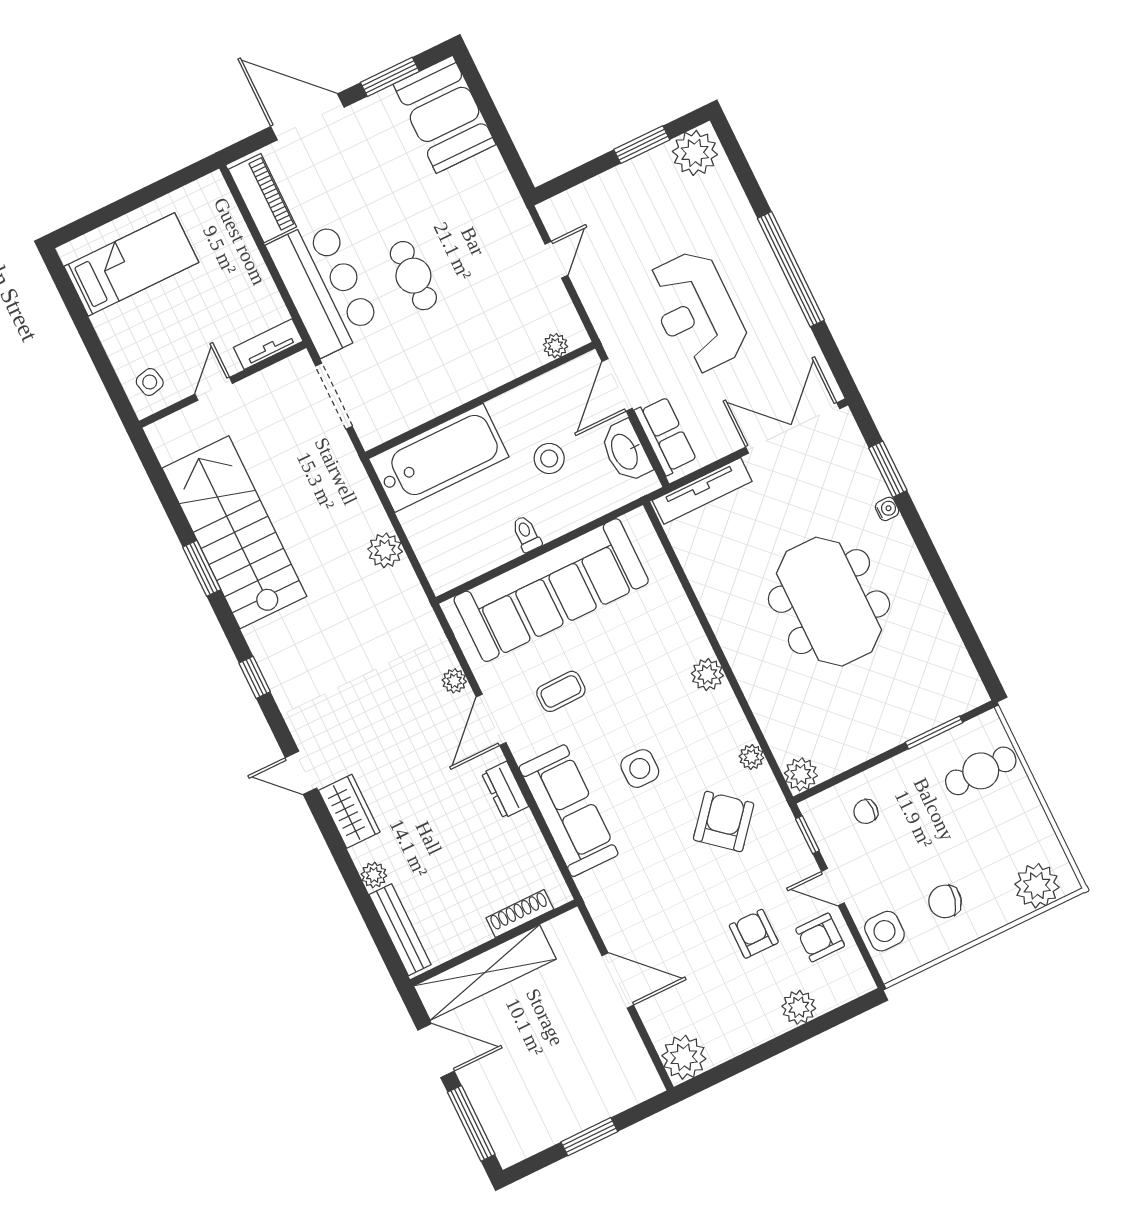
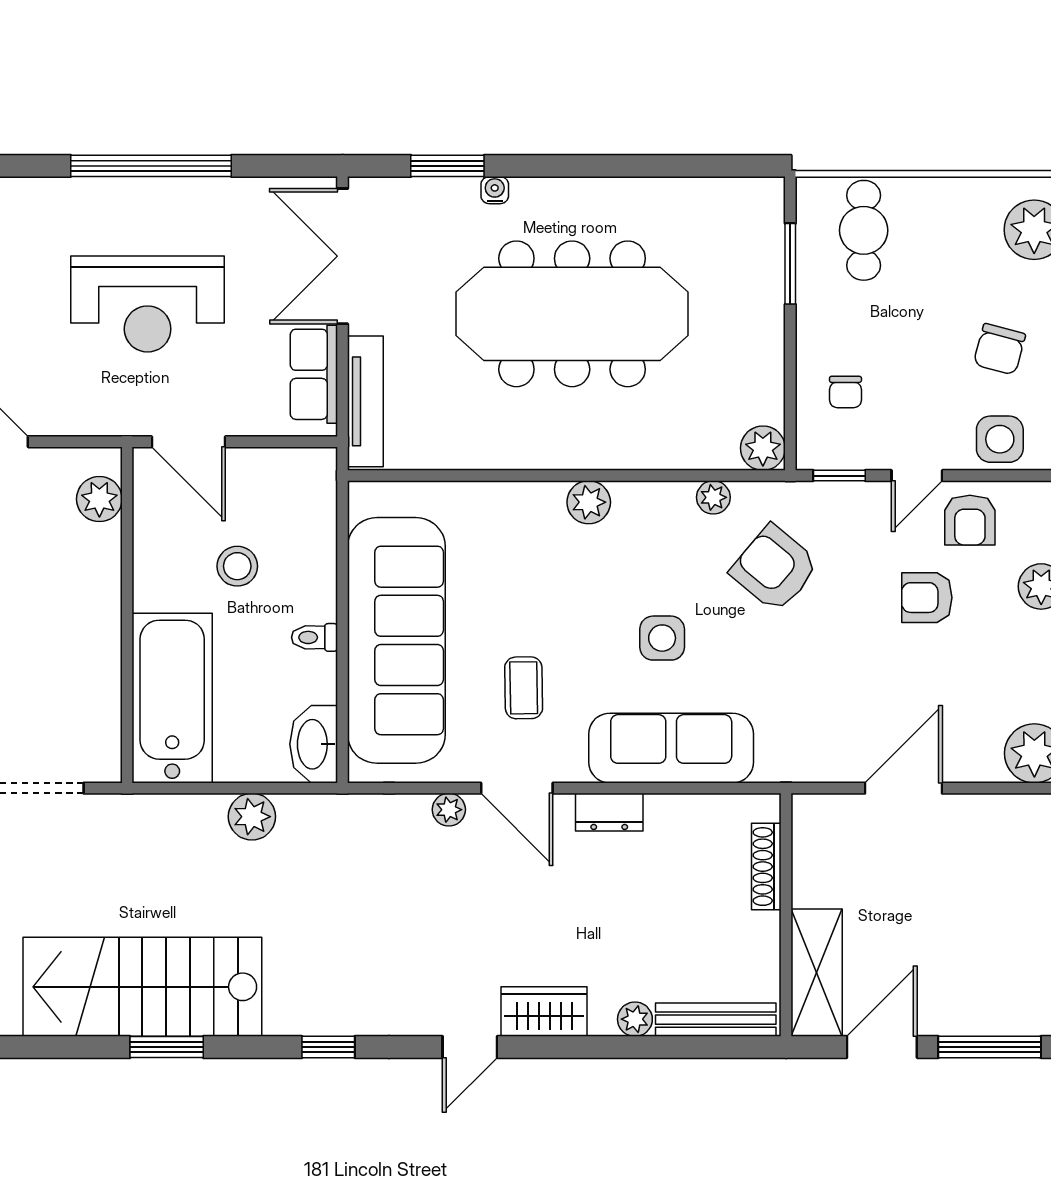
plant: (555, 346) -> (99, 499), width x1.38, depth x1.38
row of seats: (666, 436) -> (314, 374), moved, turned -90
washbasin: (625, 451) -> (314, 744), moved, turned 90
meeting table: (829, 602) -> (572, 314), width x1.36
shelving: (485, 973) -> (817, 973), width x0.68

